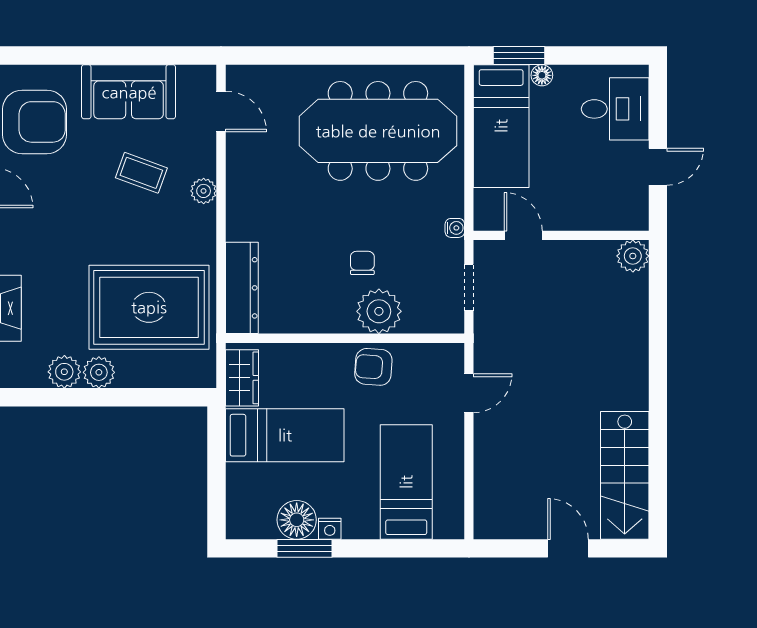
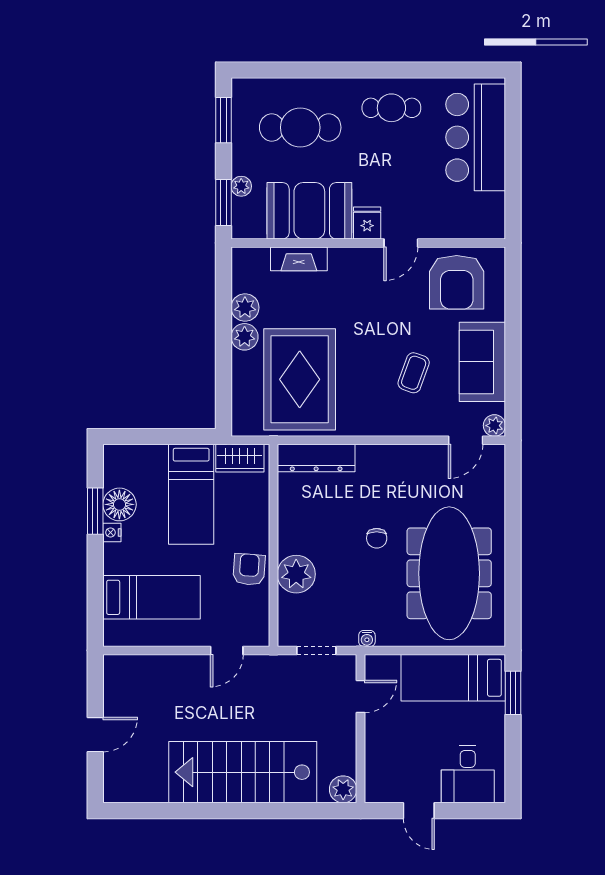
floor lamp: (542, 75) -> (496, 712), removed
plant: (204, 191) -> (494, 426), moved
chair: (362, 263) -> (377, 538), moved, turned 90
door: (469, 393) -> (227, 650), hinge flipped
stairs: (625, 475) -> (243, 772), moved, width x1.36, depth x1.51

